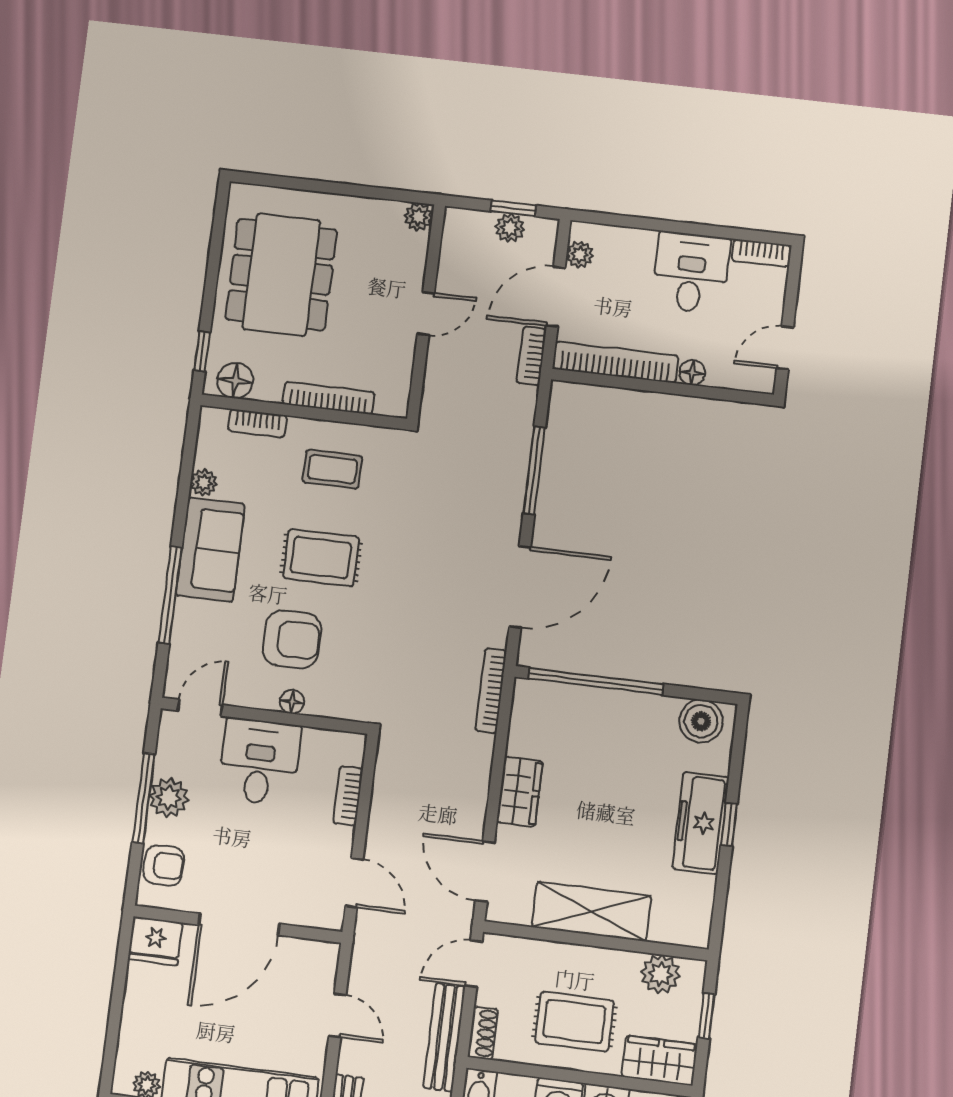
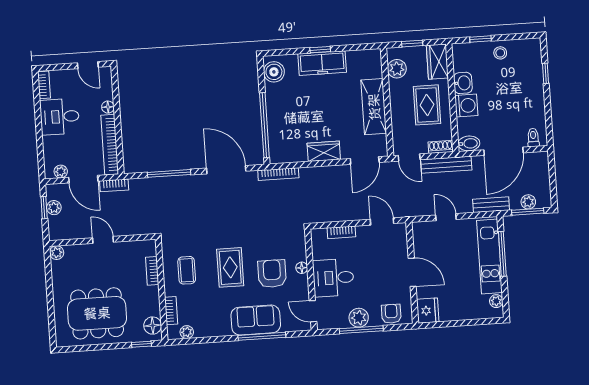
bookcase: (328, 398) -> (152, 271), width x0.64
plant: (204, 483) -> (187, 332), moved
sofa: (210, 550) -> (256, 320), moved
door: (354, 883) -> (382, 221), hinge flipped
door: (239, 924) -> (412, 272), width x0.73
door: (337, 1015) -> (446, 217), hinge flipped

